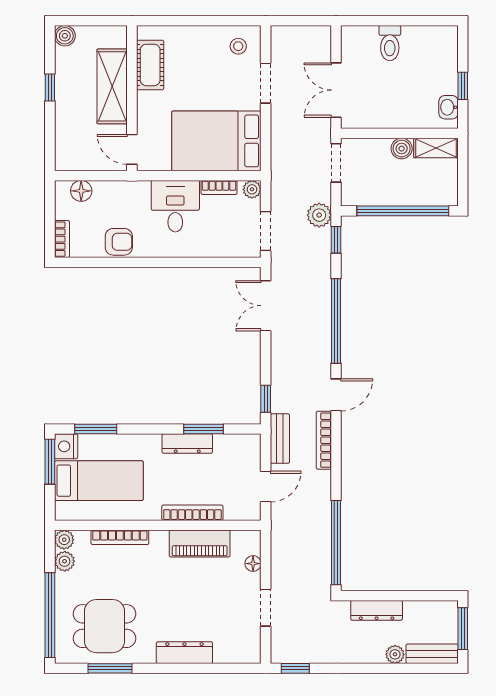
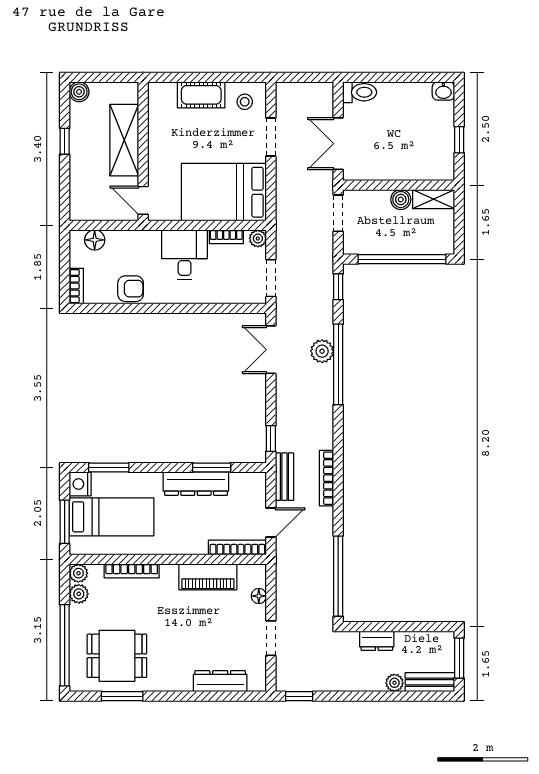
toilet: (390, 43) -> (360, 92), moved, turned -90
cot: (150, 65) -> (201, 95), moved, turned 90
washbasin: (449, 107) -> (443, 91), moved, turned -90
plant: (319, 215) -> (322, 351), moved
door: (336, 395) -> (338, 435), removed
dresser: (187, 444) -> (196, 484), width x1.37, depth x1.24
window: (50, 462) -> (65, 522), moved
bookcase: (192, 513) -> (237, 547), moved
dresser: (377, 610) -> (377, 641), width x0.70
dresser: (184, 653) -> (220, 681), moved

